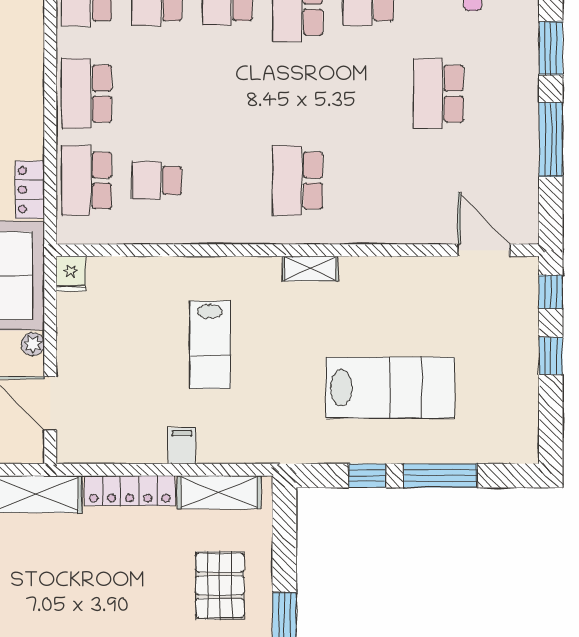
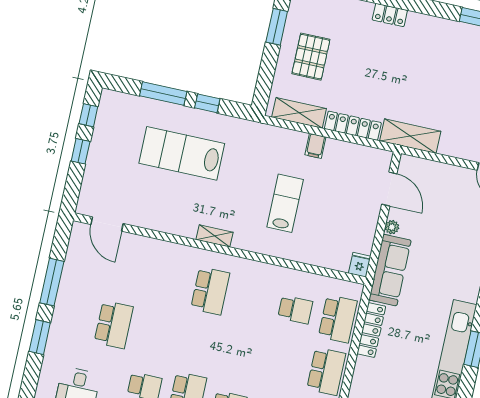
locker: (30, 190) -> (371, 330), width x1.53
window: (551, 292) -> (88, 115), moved

